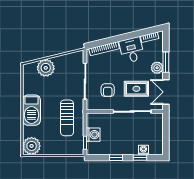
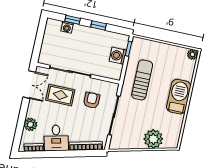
window: (166, 62) -> (22, 117), removed
plant: (157, 68) -> (30, 124), moved
plant: (32, 146) -> (192, 54), width x0.53, depth x0.53

